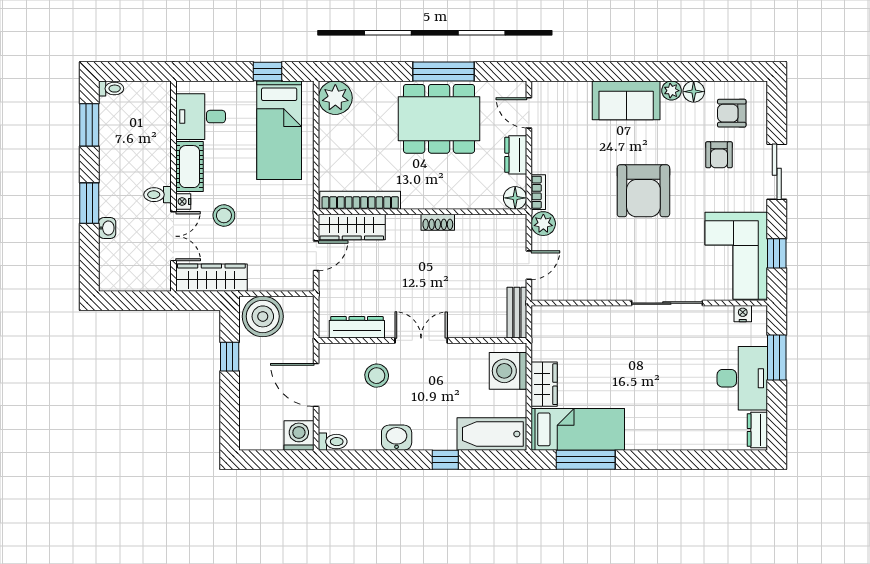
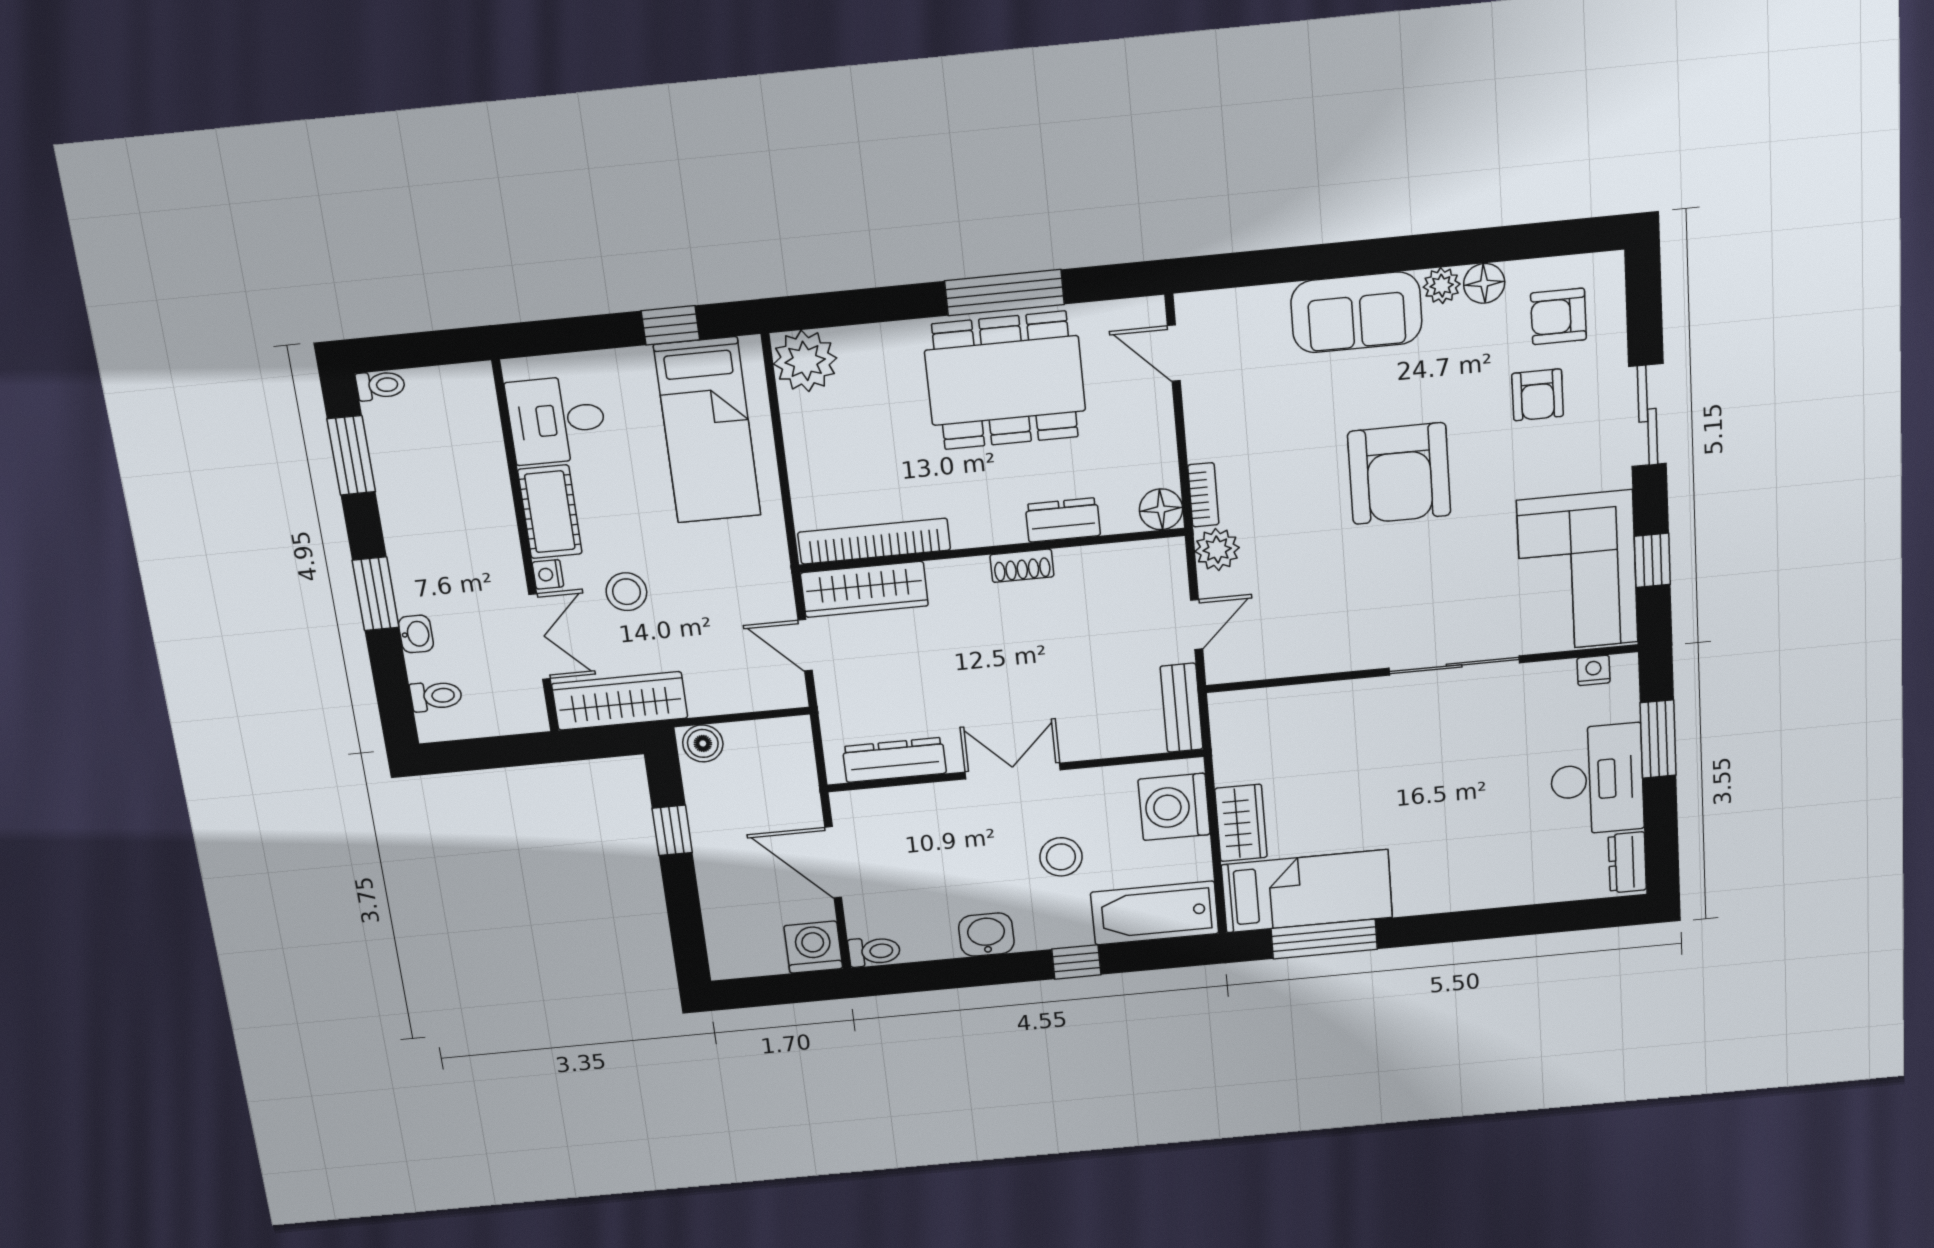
dresser: (516, 155) -> (1063, 520), moved, turned 90
toilet: (158, 195) -> (436, 696), moved, turned 180
door: (316, 256) -> (805, 645), swing flipped
boiler: (263, 316) -> (703, 743), width x0.54, depth x0.54
stool: (377, 376) -> (1061, 857), moved

